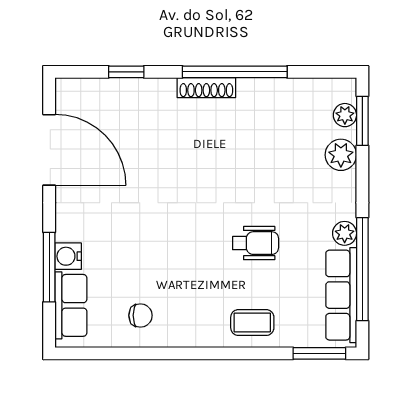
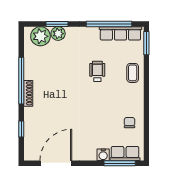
plant: (345, 115) -> (40, 36), width x1.88, depth x1.88
window: (362, 121) -> (57, 24), moved
plant: (345, 233) -> (93, 32), removed
window: (49, 267) -> (120, 163), moved

